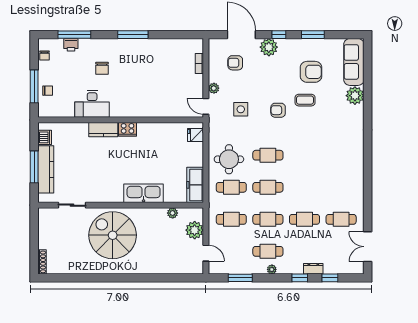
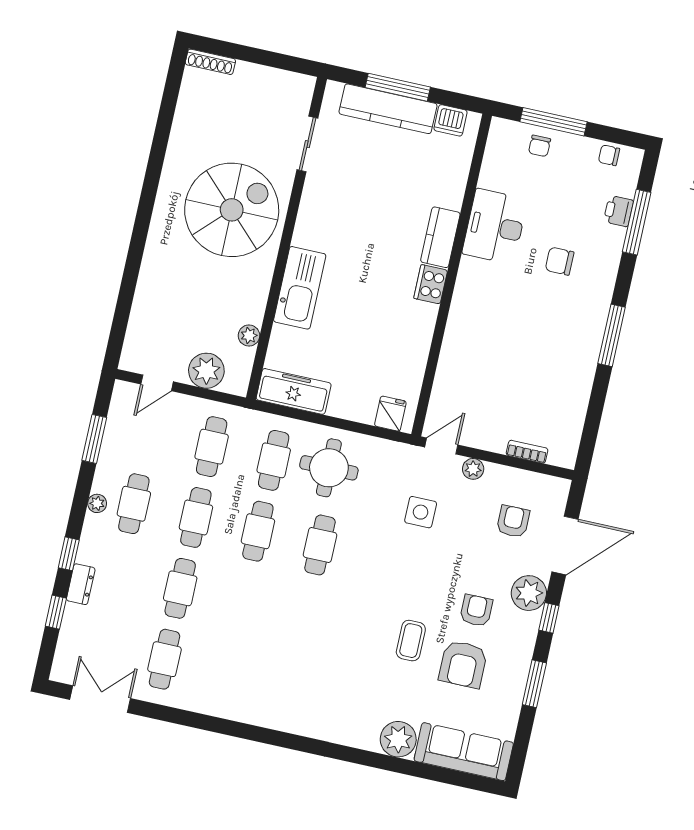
armchair: (278, 110) -> (476, 610), moved

